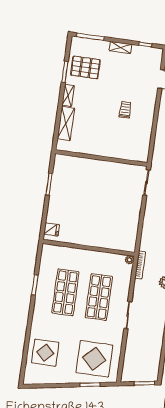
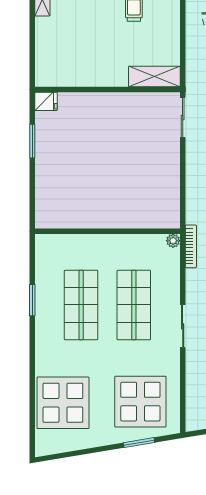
shelving: (66, 123) -> (154, 76), moved, turned 90
fridge: (52, 229) -> (46, 101), moved
display table: (45, 353) -> (63, 403), width x1.36, depth x1.36

